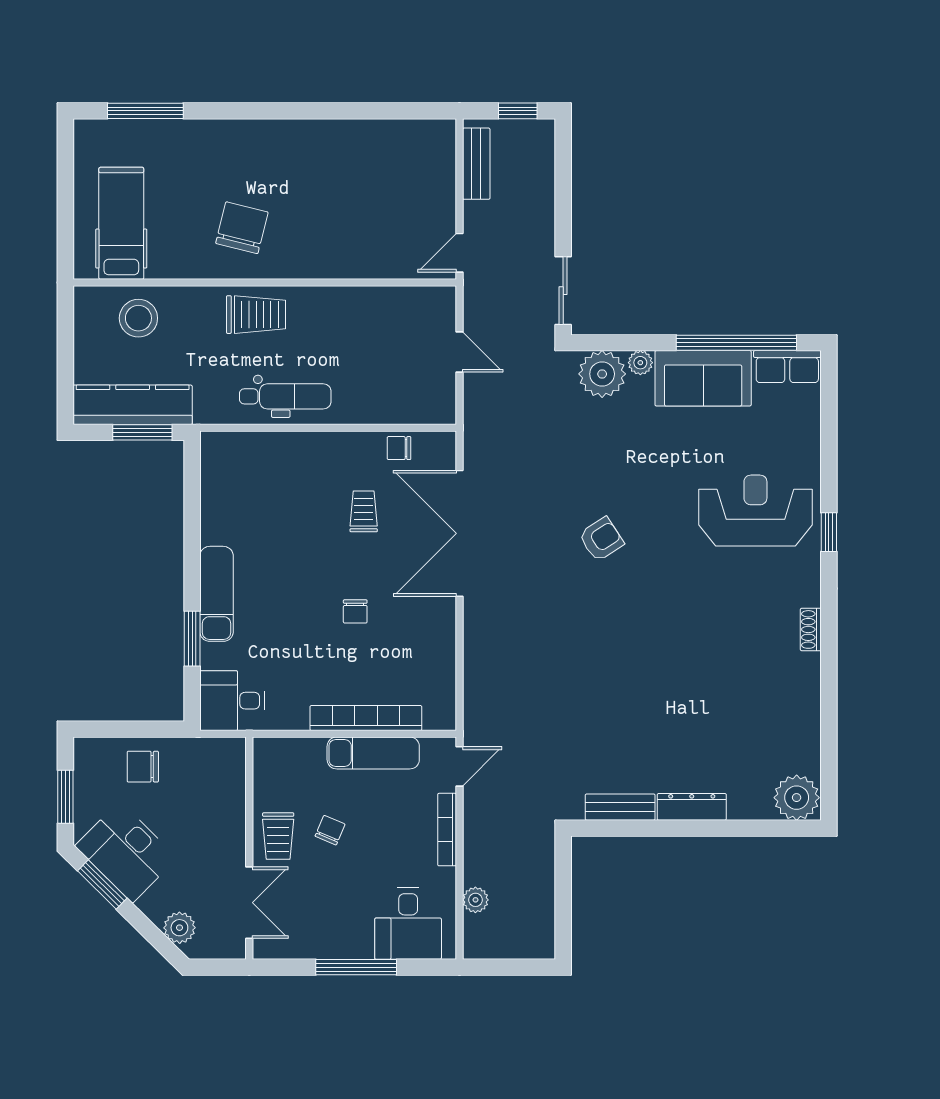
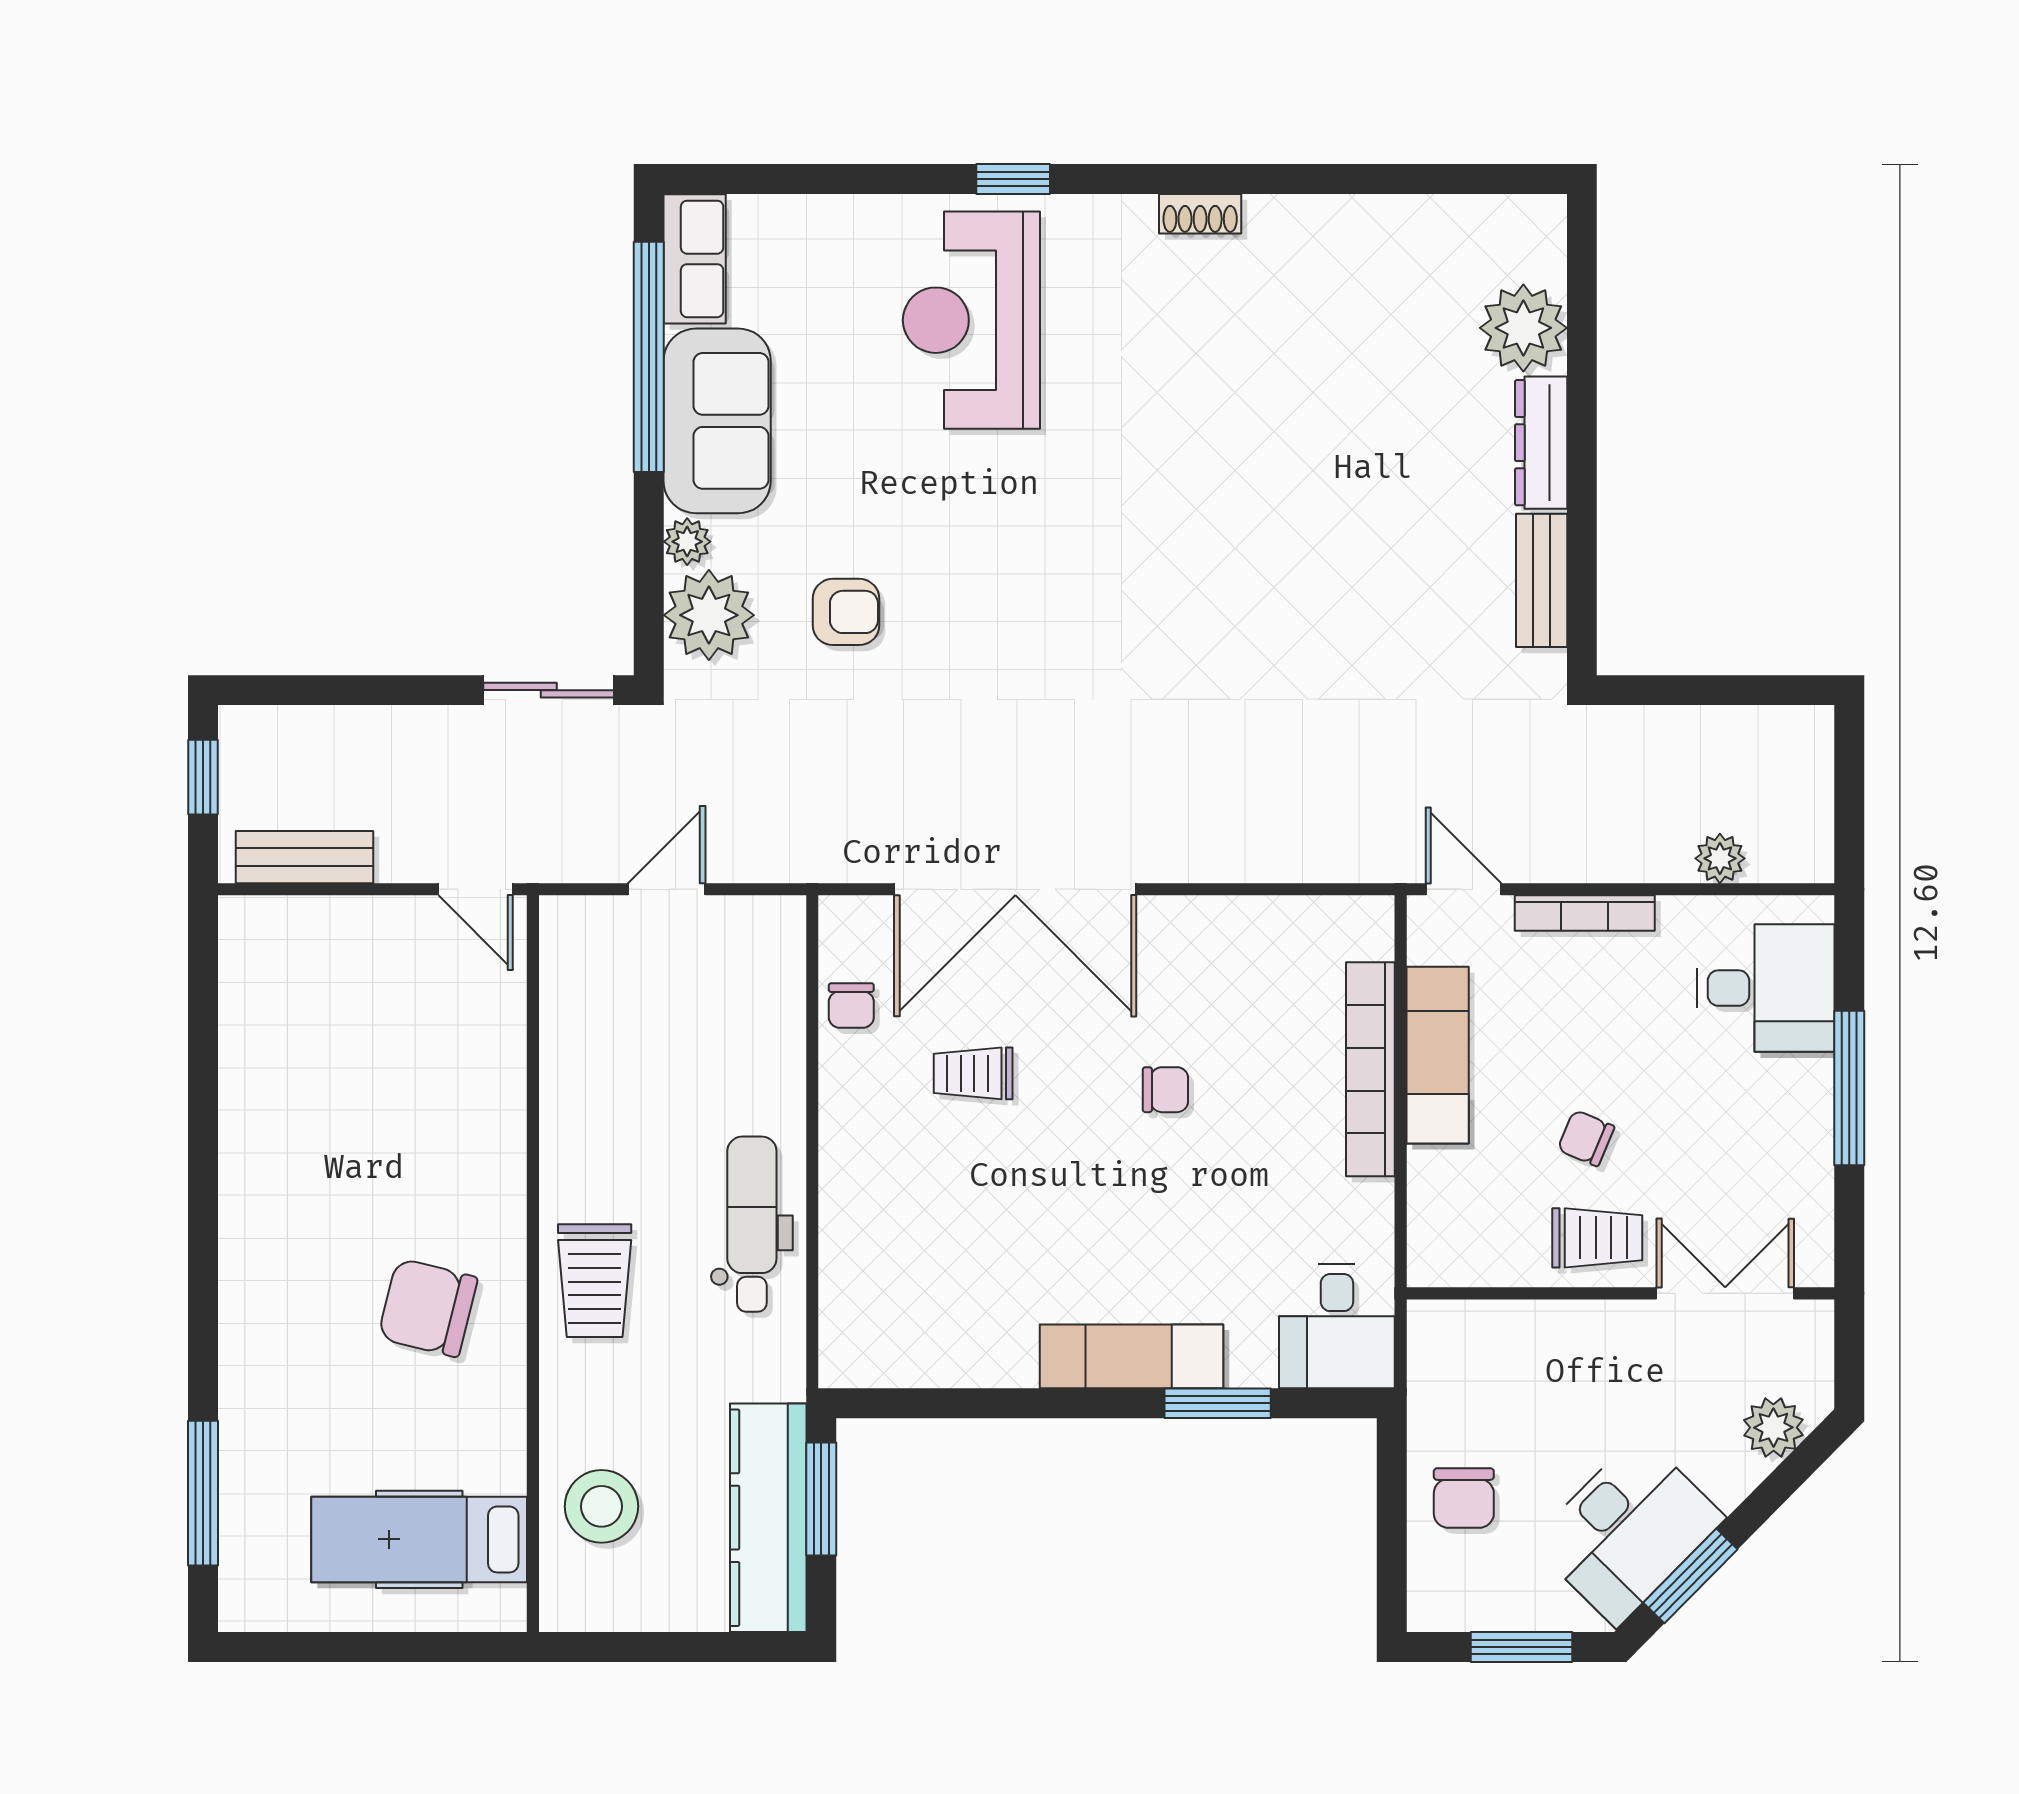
trolley: (256, 315) -> (595, 1281), turned 180
armchair: (601, 539) -> (846, 612), moved, turned 123
plant: (797, 798) -> (1523, 328), moved

